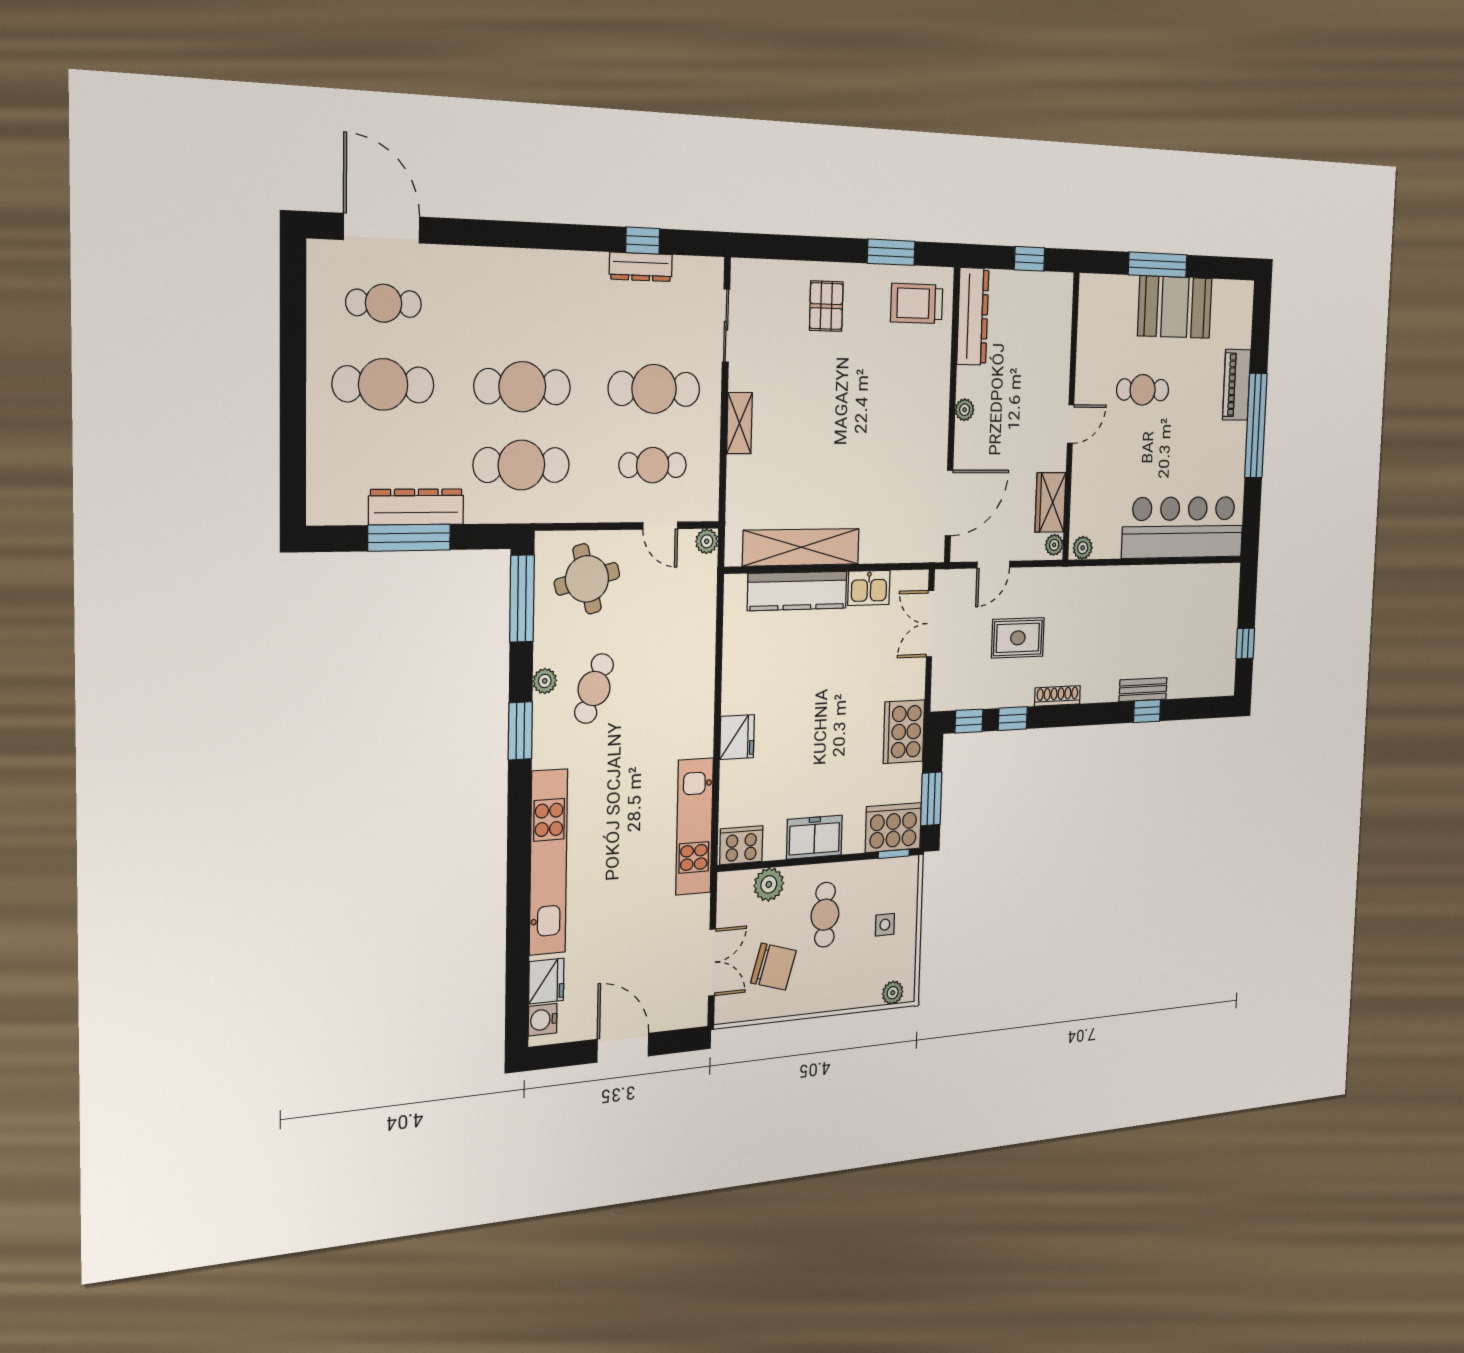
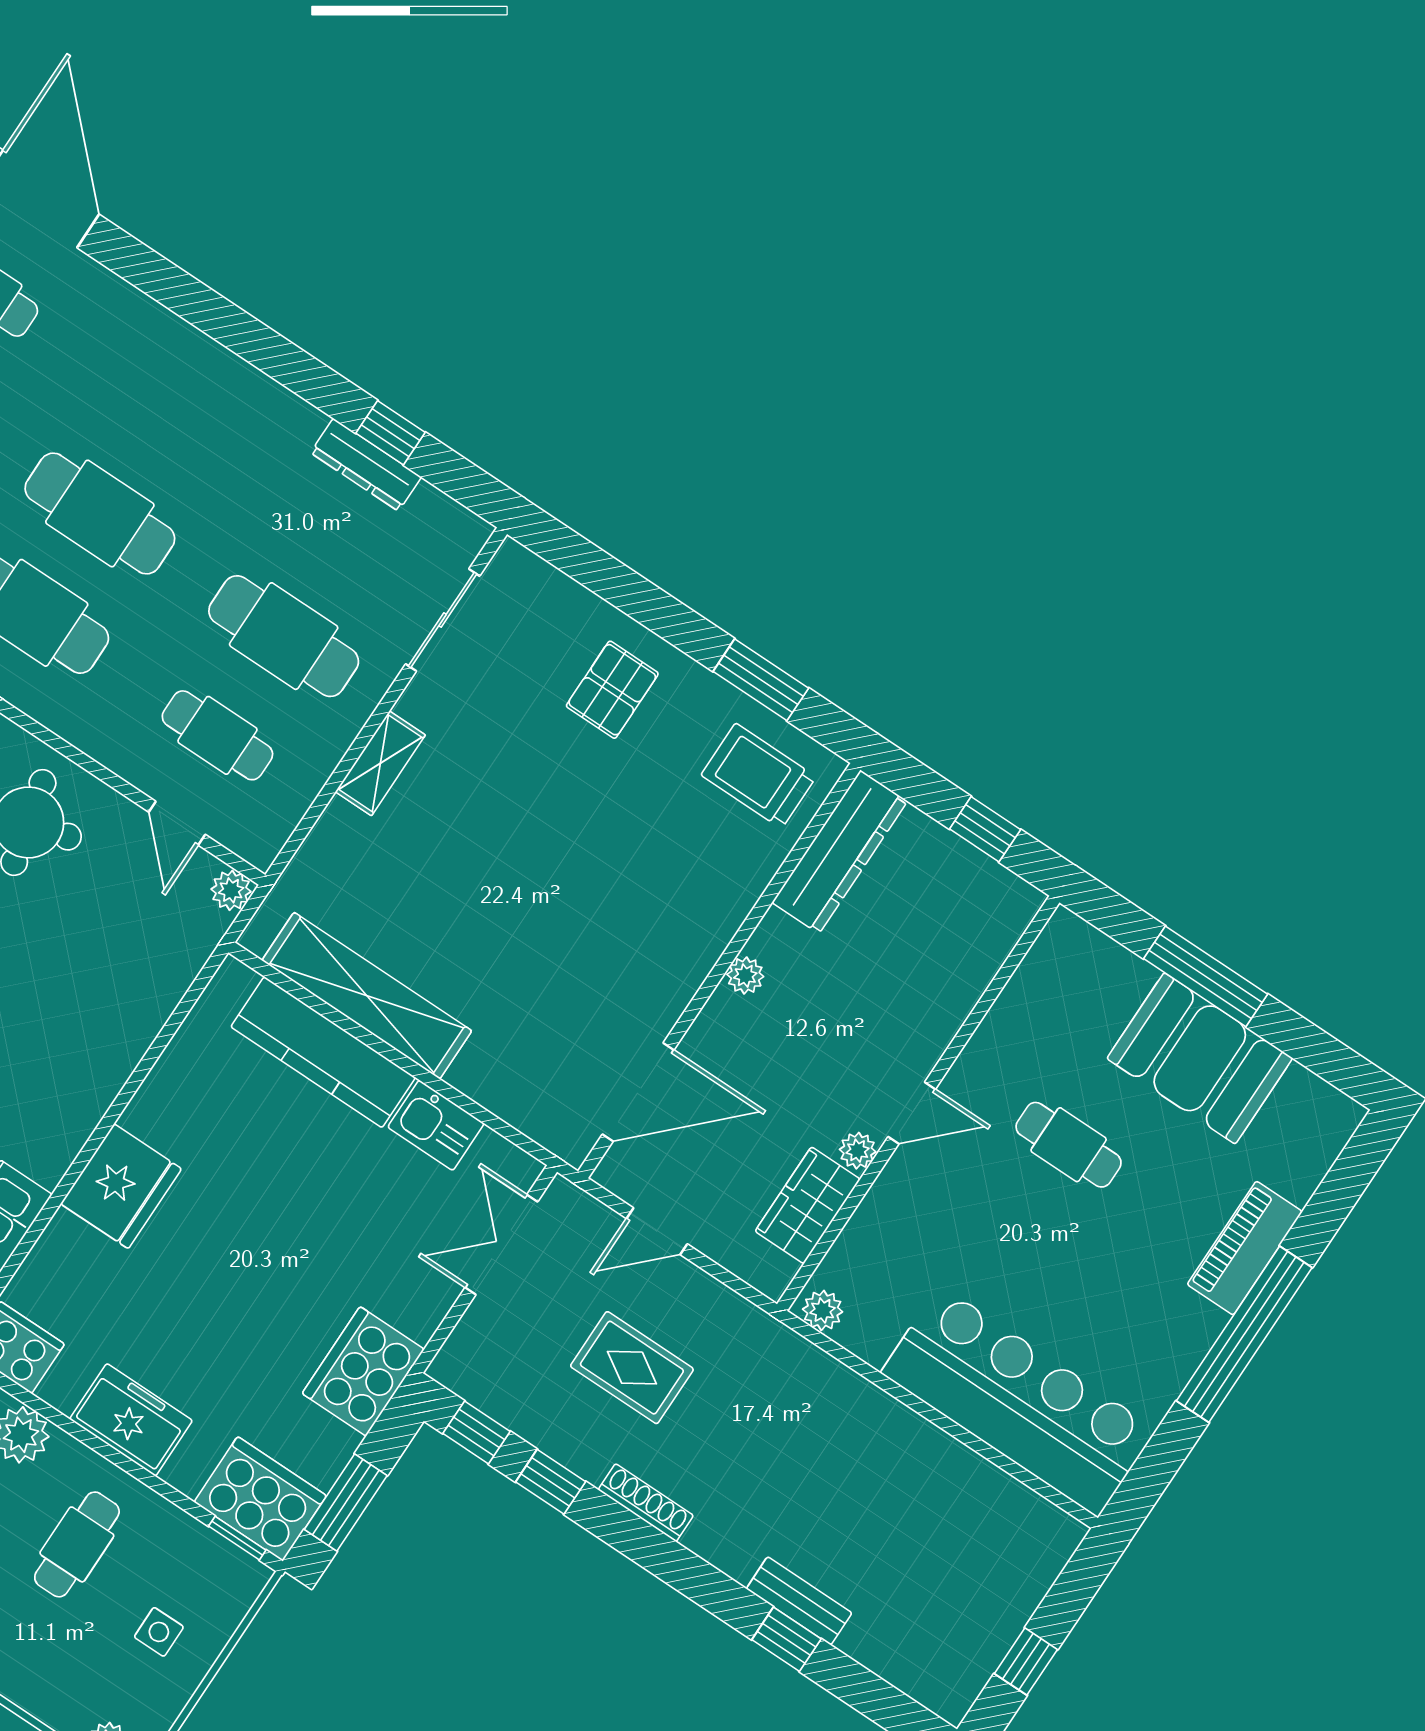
plant: (1054, 545) -> (858, 1151), moved
fridge: (737, 737) -> (121, 1186), width x1.36, depth x1.34

